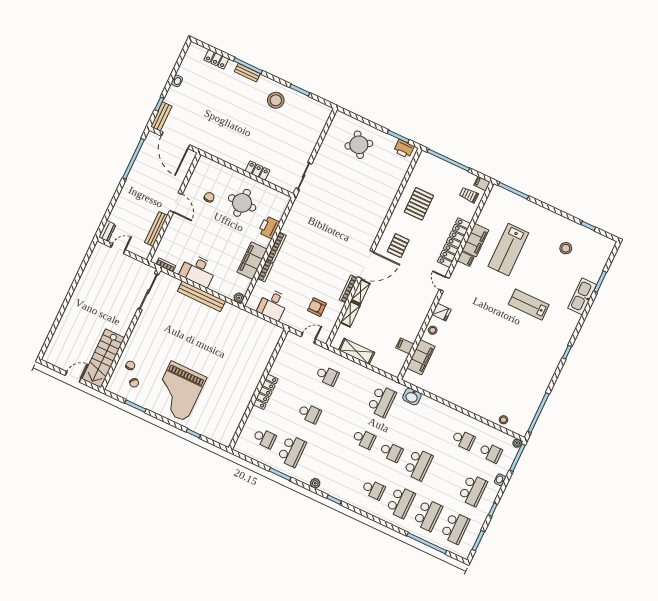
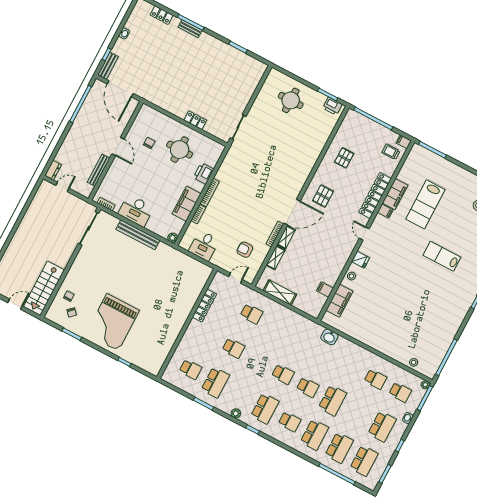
stool: (276, 100) -> (215, 56), removed
round table: (359, 145) -> (291, 100), turned 32
pallet: (419, 204) -> (344, 158), width x0.67, depth x0.71
locker: (266, 392) -> (204, 306), moved
school desk: (382, 401) -> (265, 409), moved

